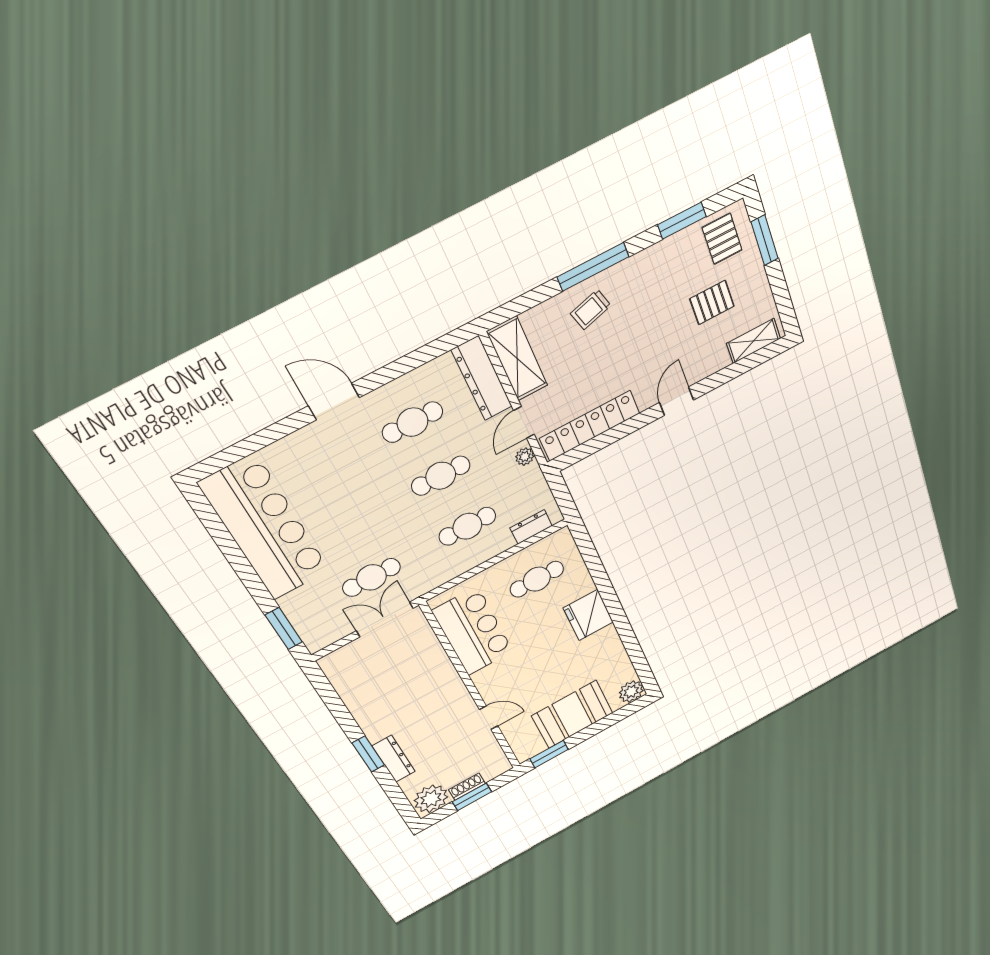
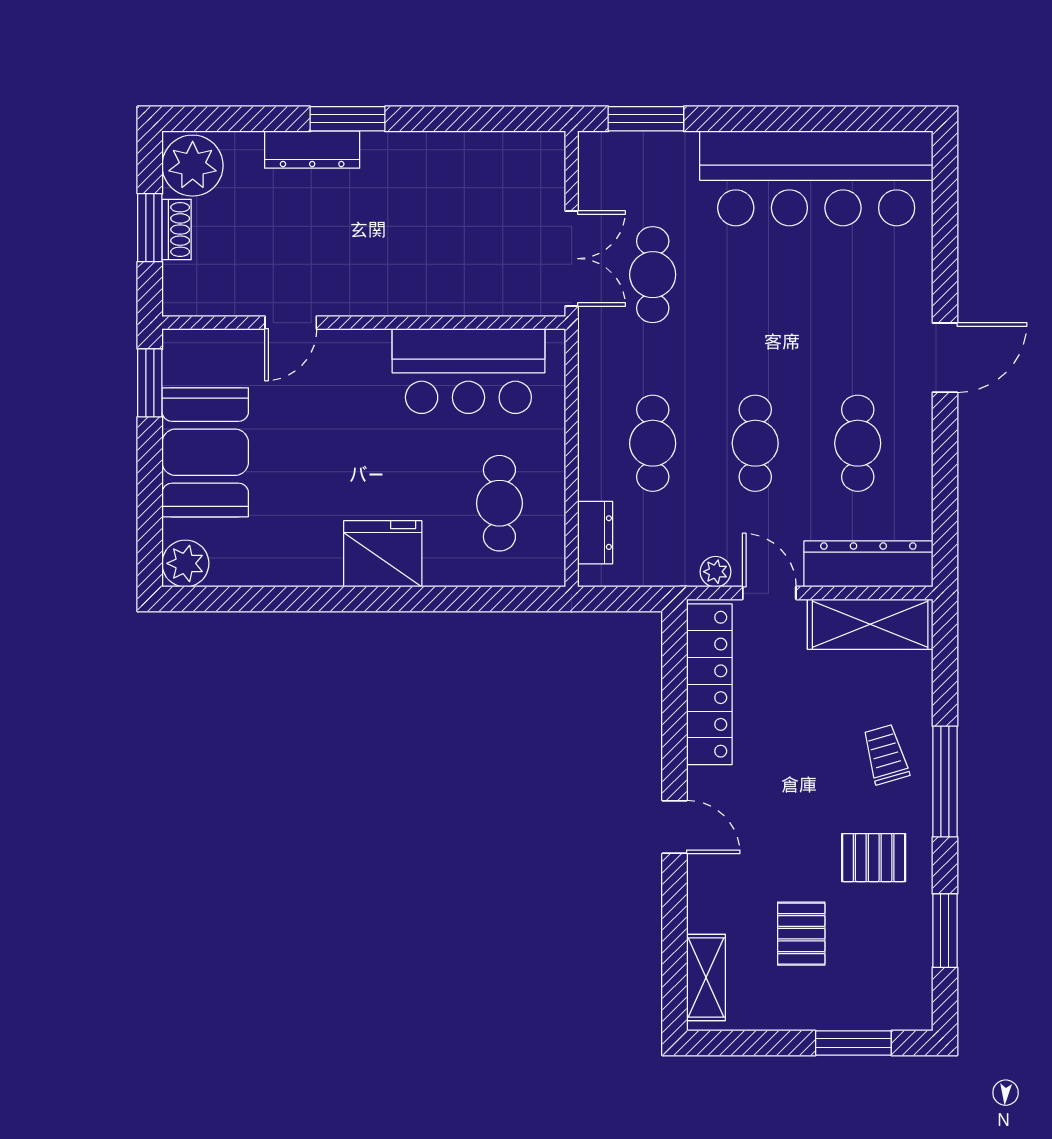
pallet: (722, 239) -> (874, 858), moved

